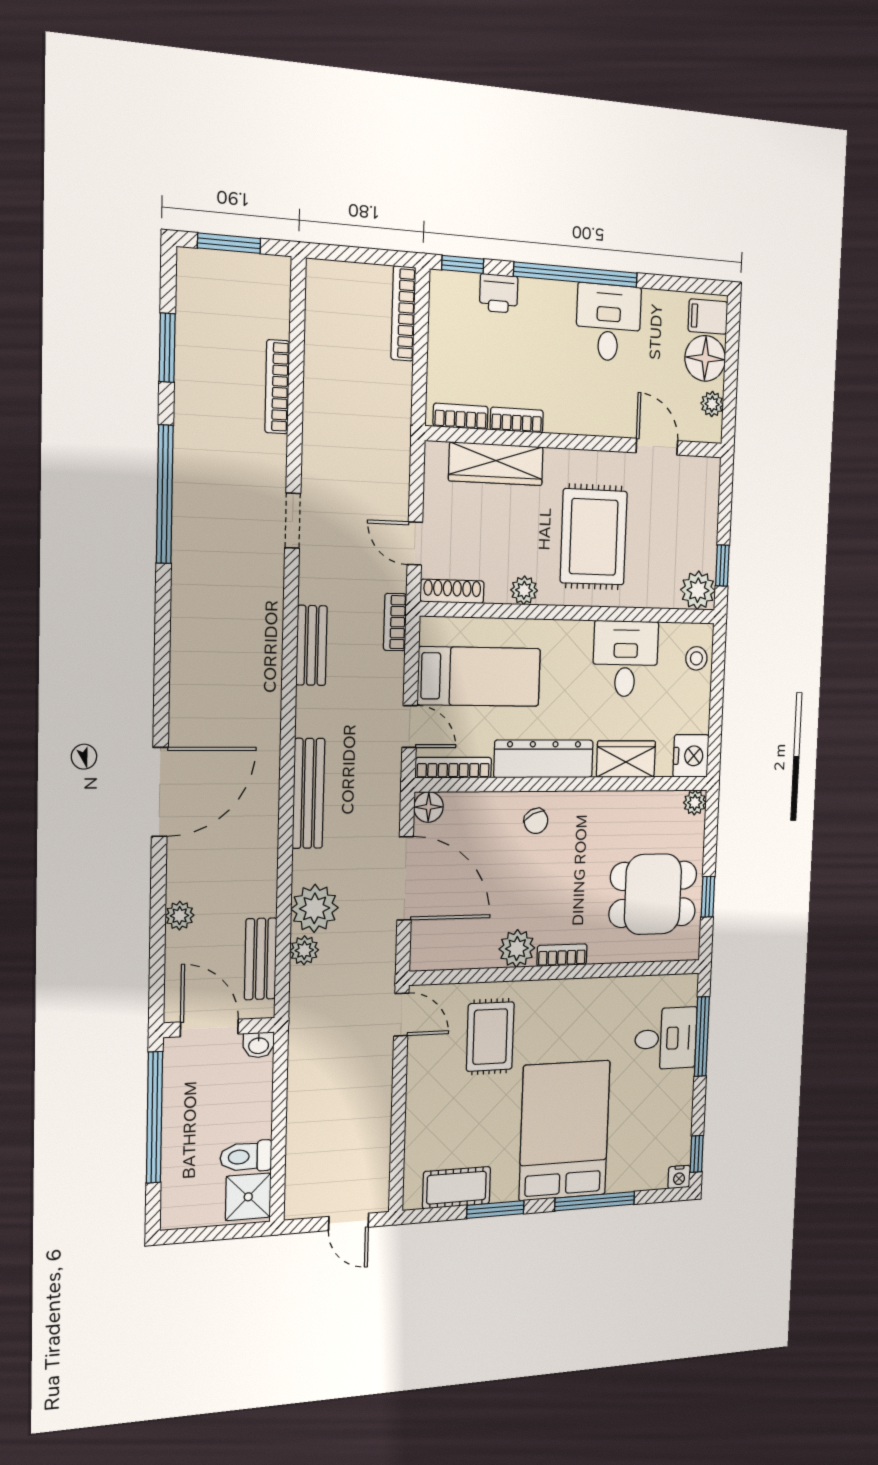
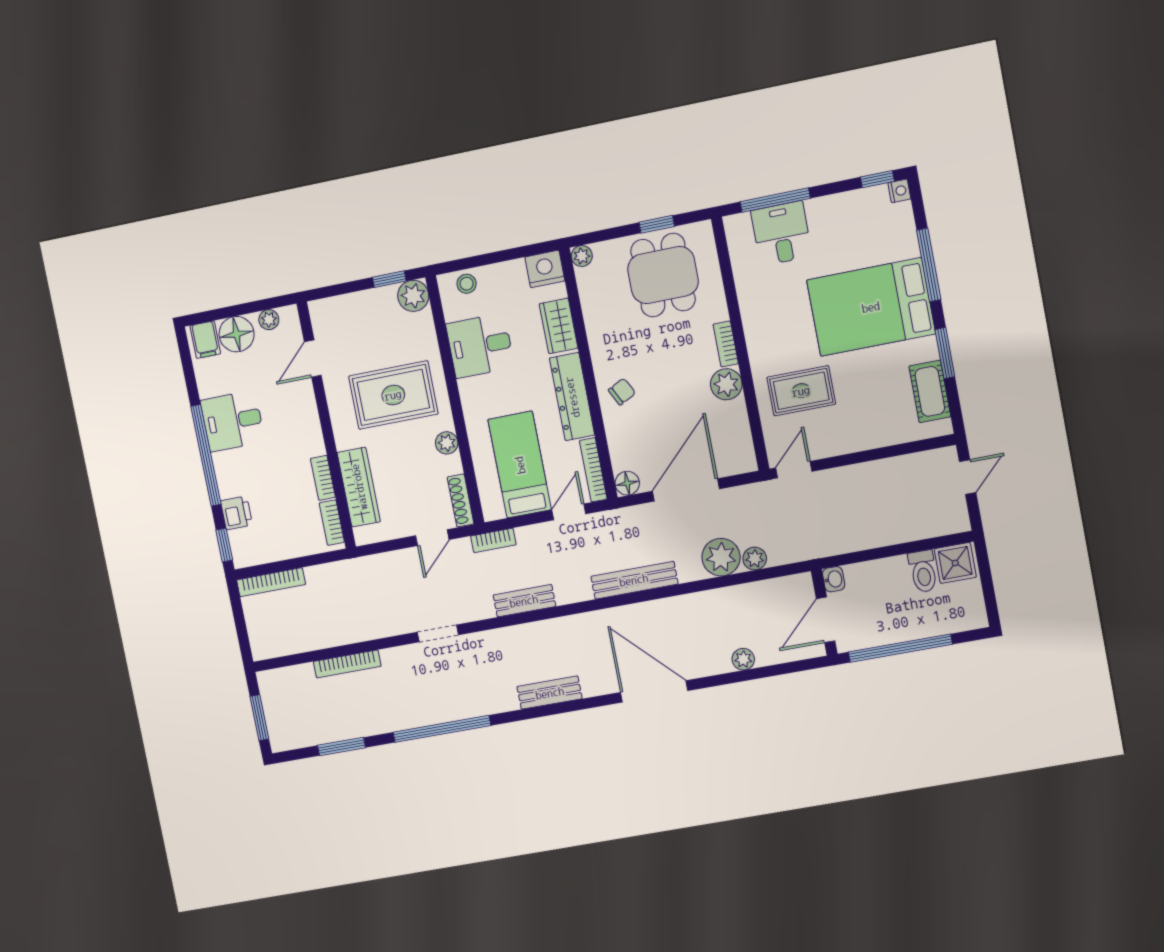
bench: (261, 959) -> (550, 693), moved

